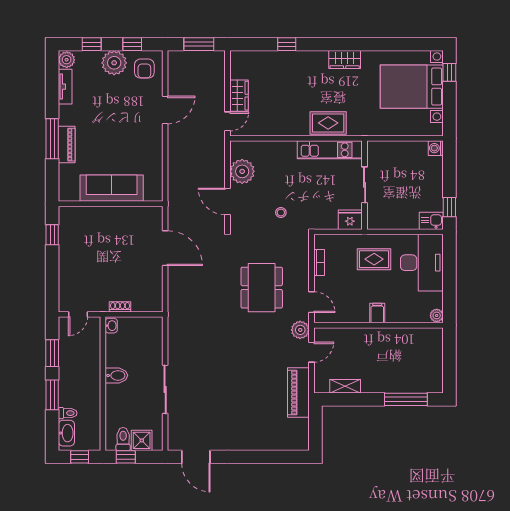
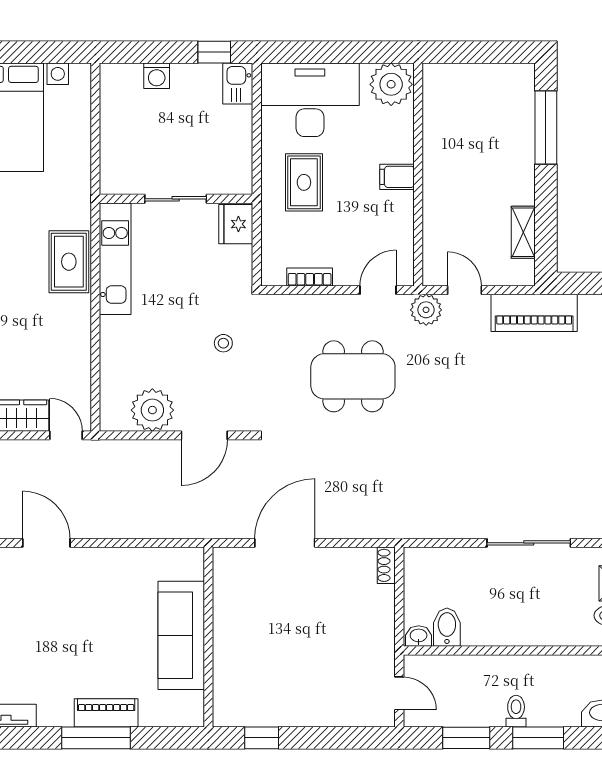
washing machine: (436, 148) -> (157, 76), moved
shoe rack: (120, 307) -> (386, 565), moved
plant: (437, 315) -> (391, 84), width x1.88, depth x1.88
bidet: (116, 375) -> (447, 627), moved
toilet: (68, 413) -> (516, 711), moved

